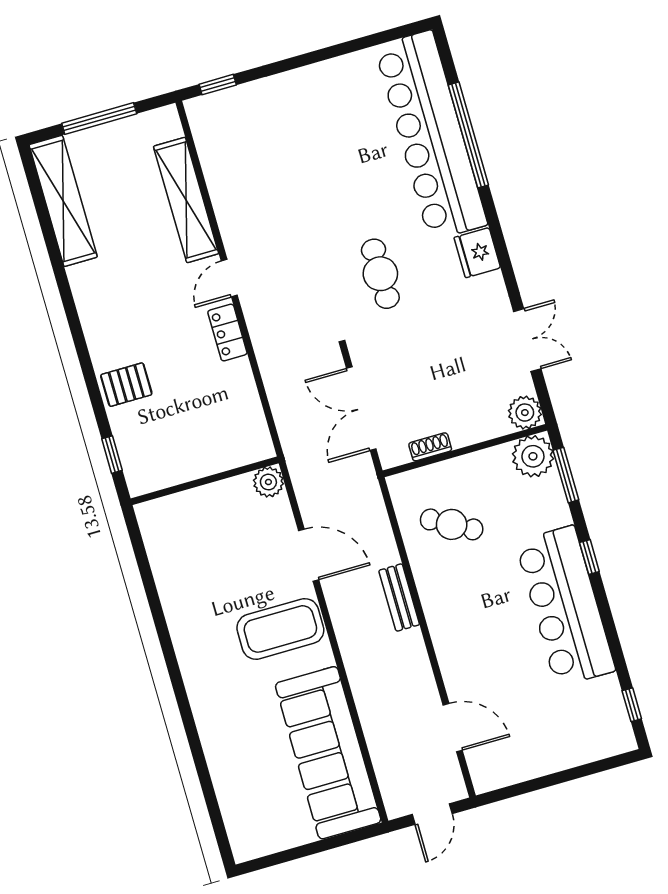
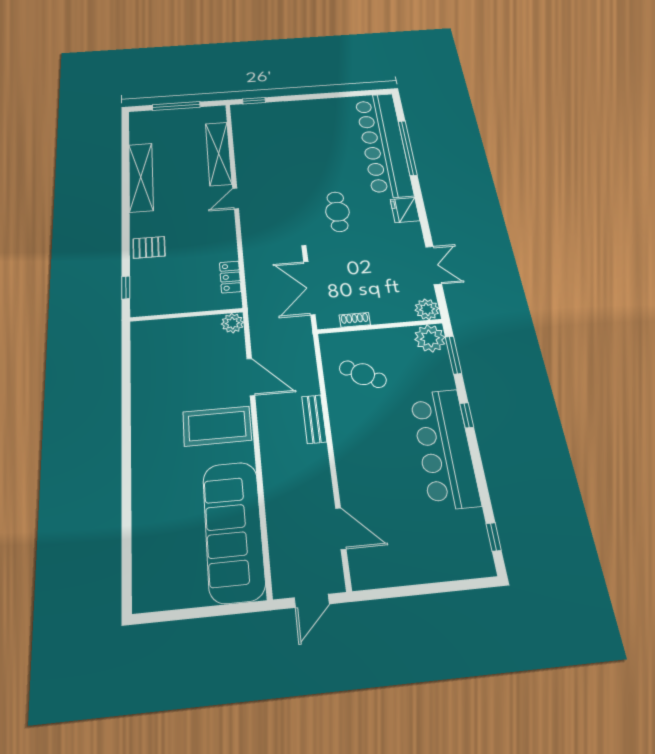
shelving: (63, 201) -> (141, 177), moved
locker: (227, 333) -> (230, 277), moved

